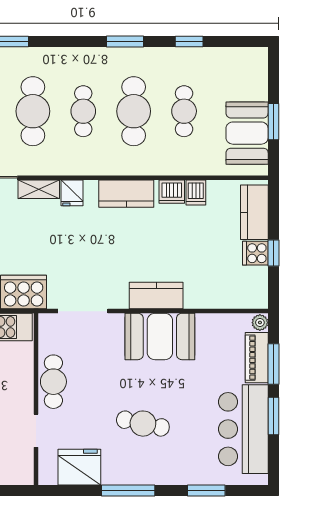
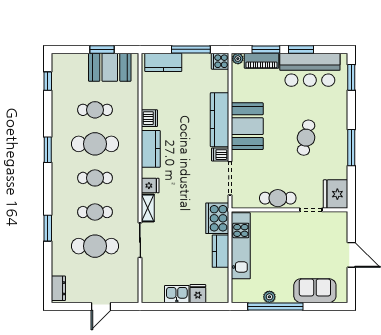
window: (189, 41) -> (48, 81), moved
cafe table: (33, 111) -> (95, 212), width x0.73, depth x0.74
dishwasher: (196, 193) -> (220, 155), moved, turned 180
cooker: (255, 253) -> (220, 61), moved, turned 90
window: (273, 253) -> (191, 49), width x2.17
kitchen counter: (156, 295) -> (220, 120), width x1.50
fridge: (79, 467) -> (335, 194), moved
window: (206, 490) -> (351, 77), moved

